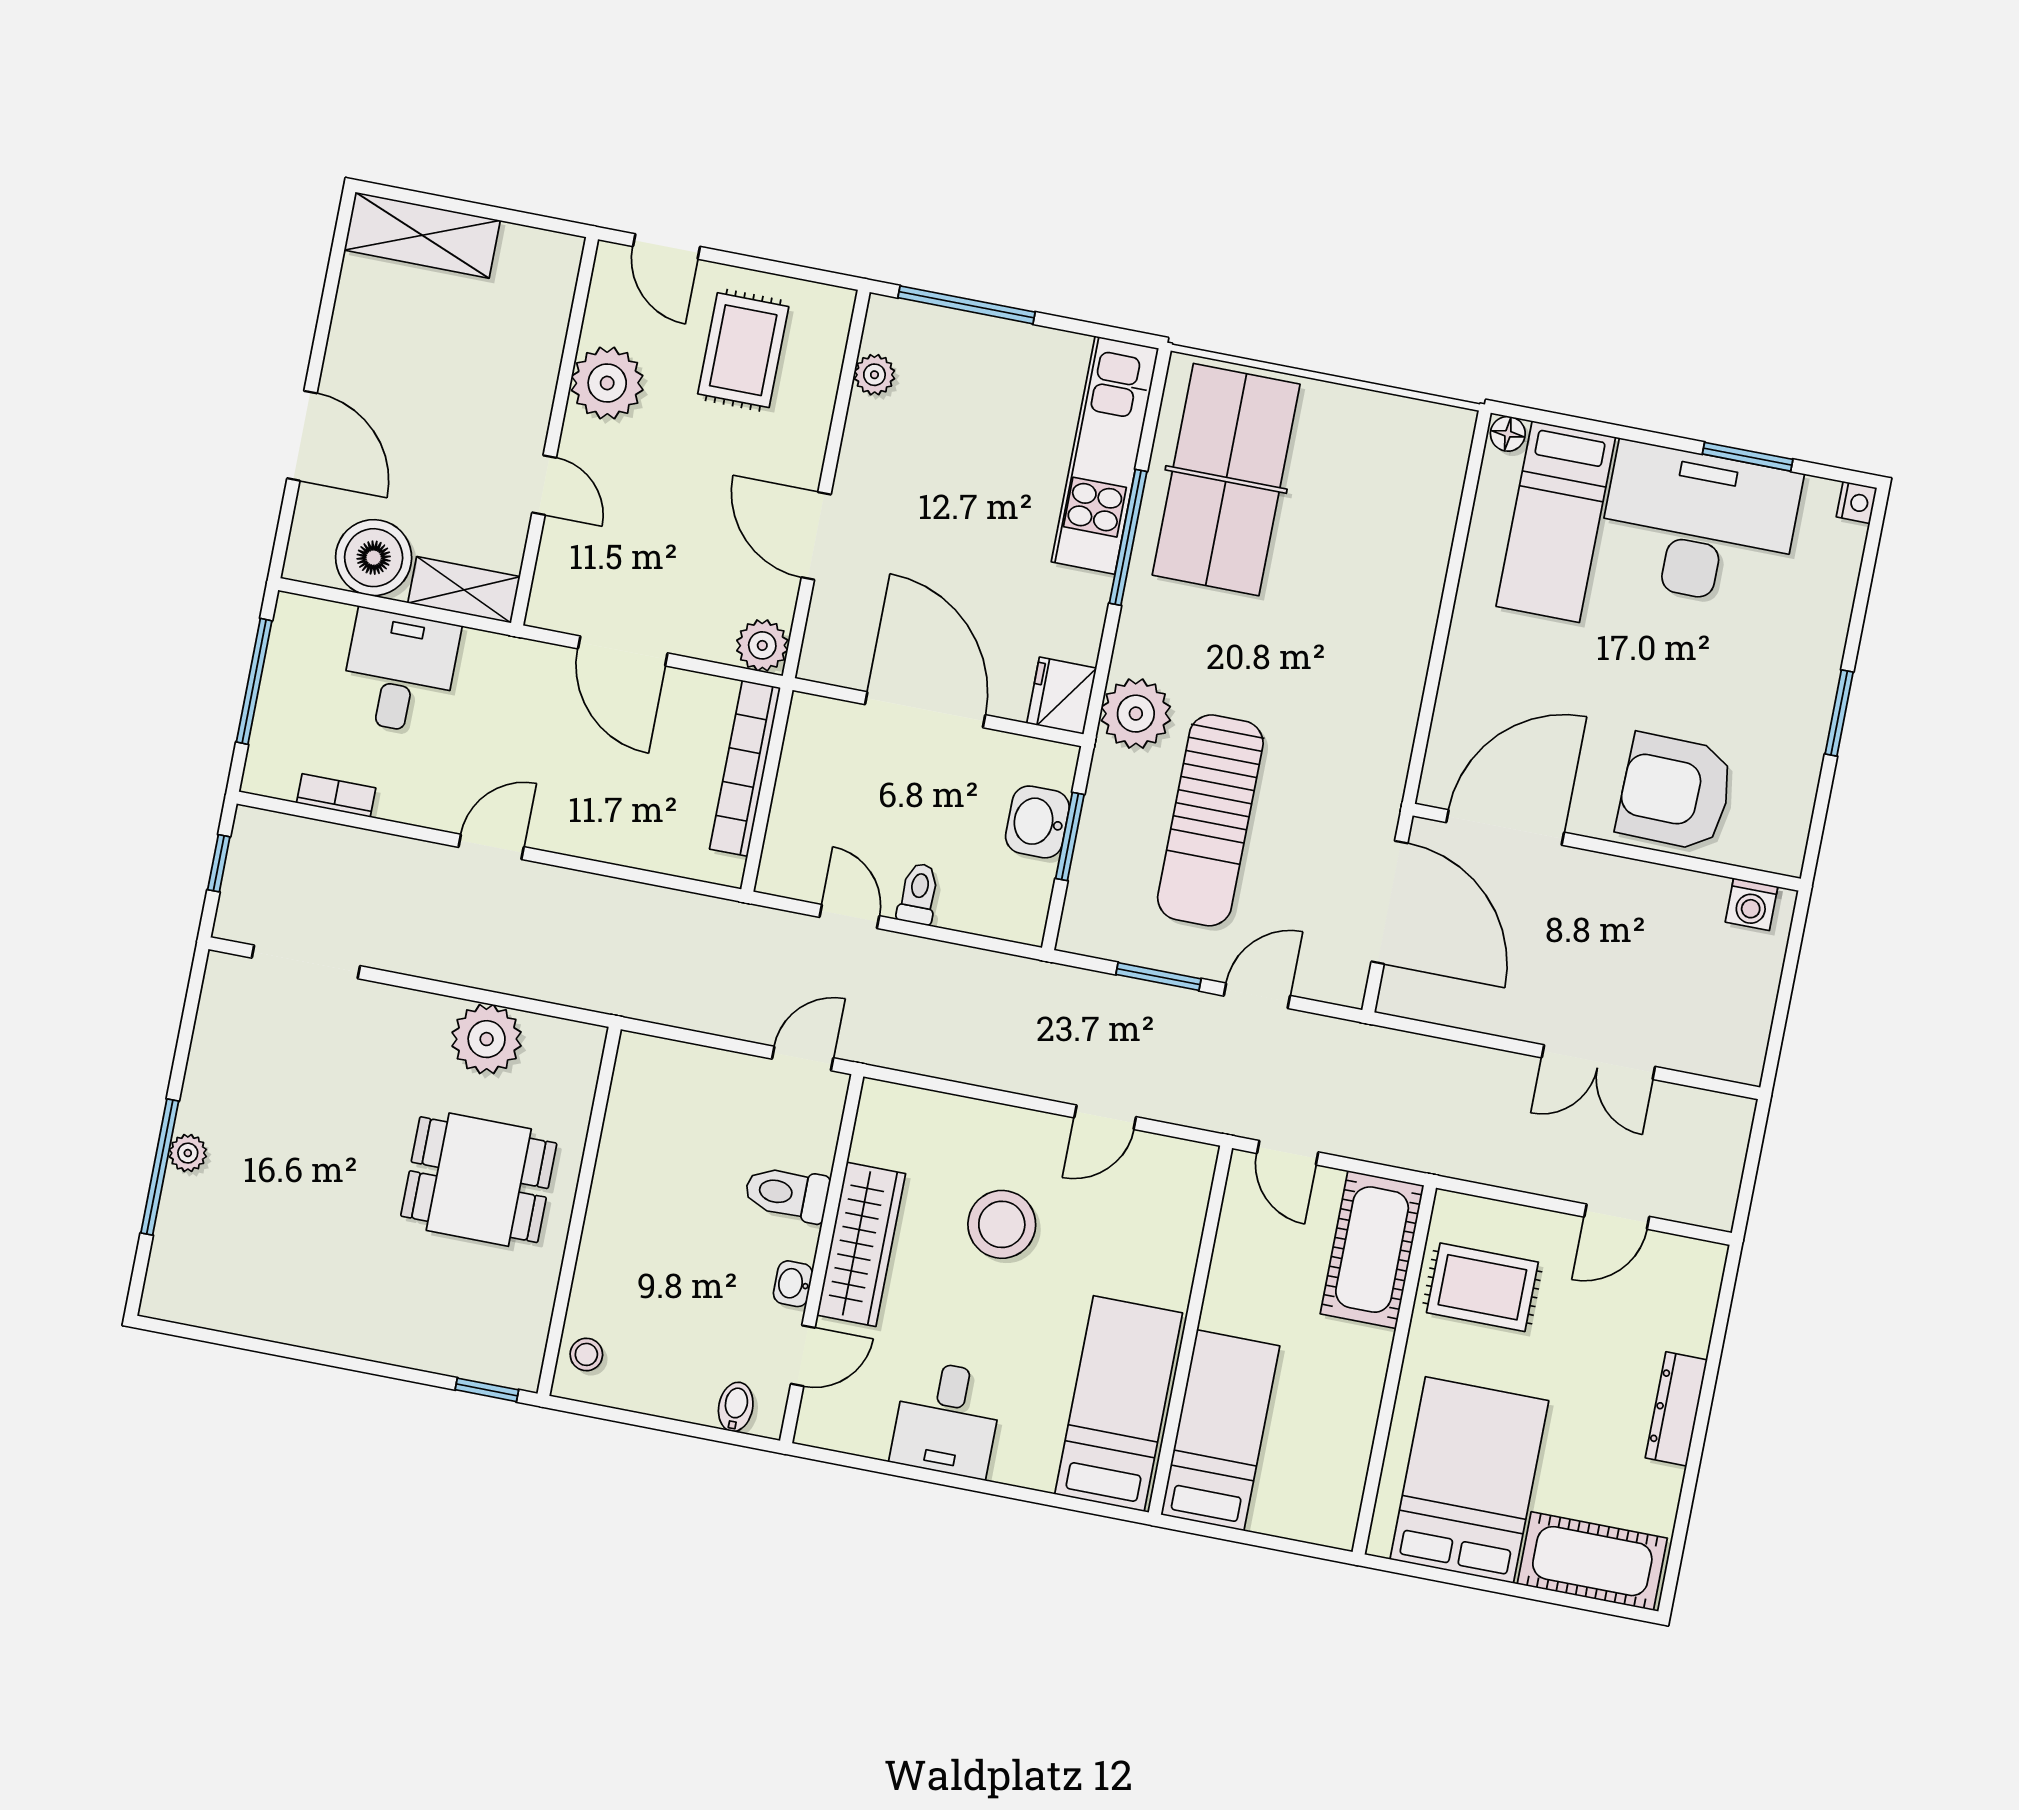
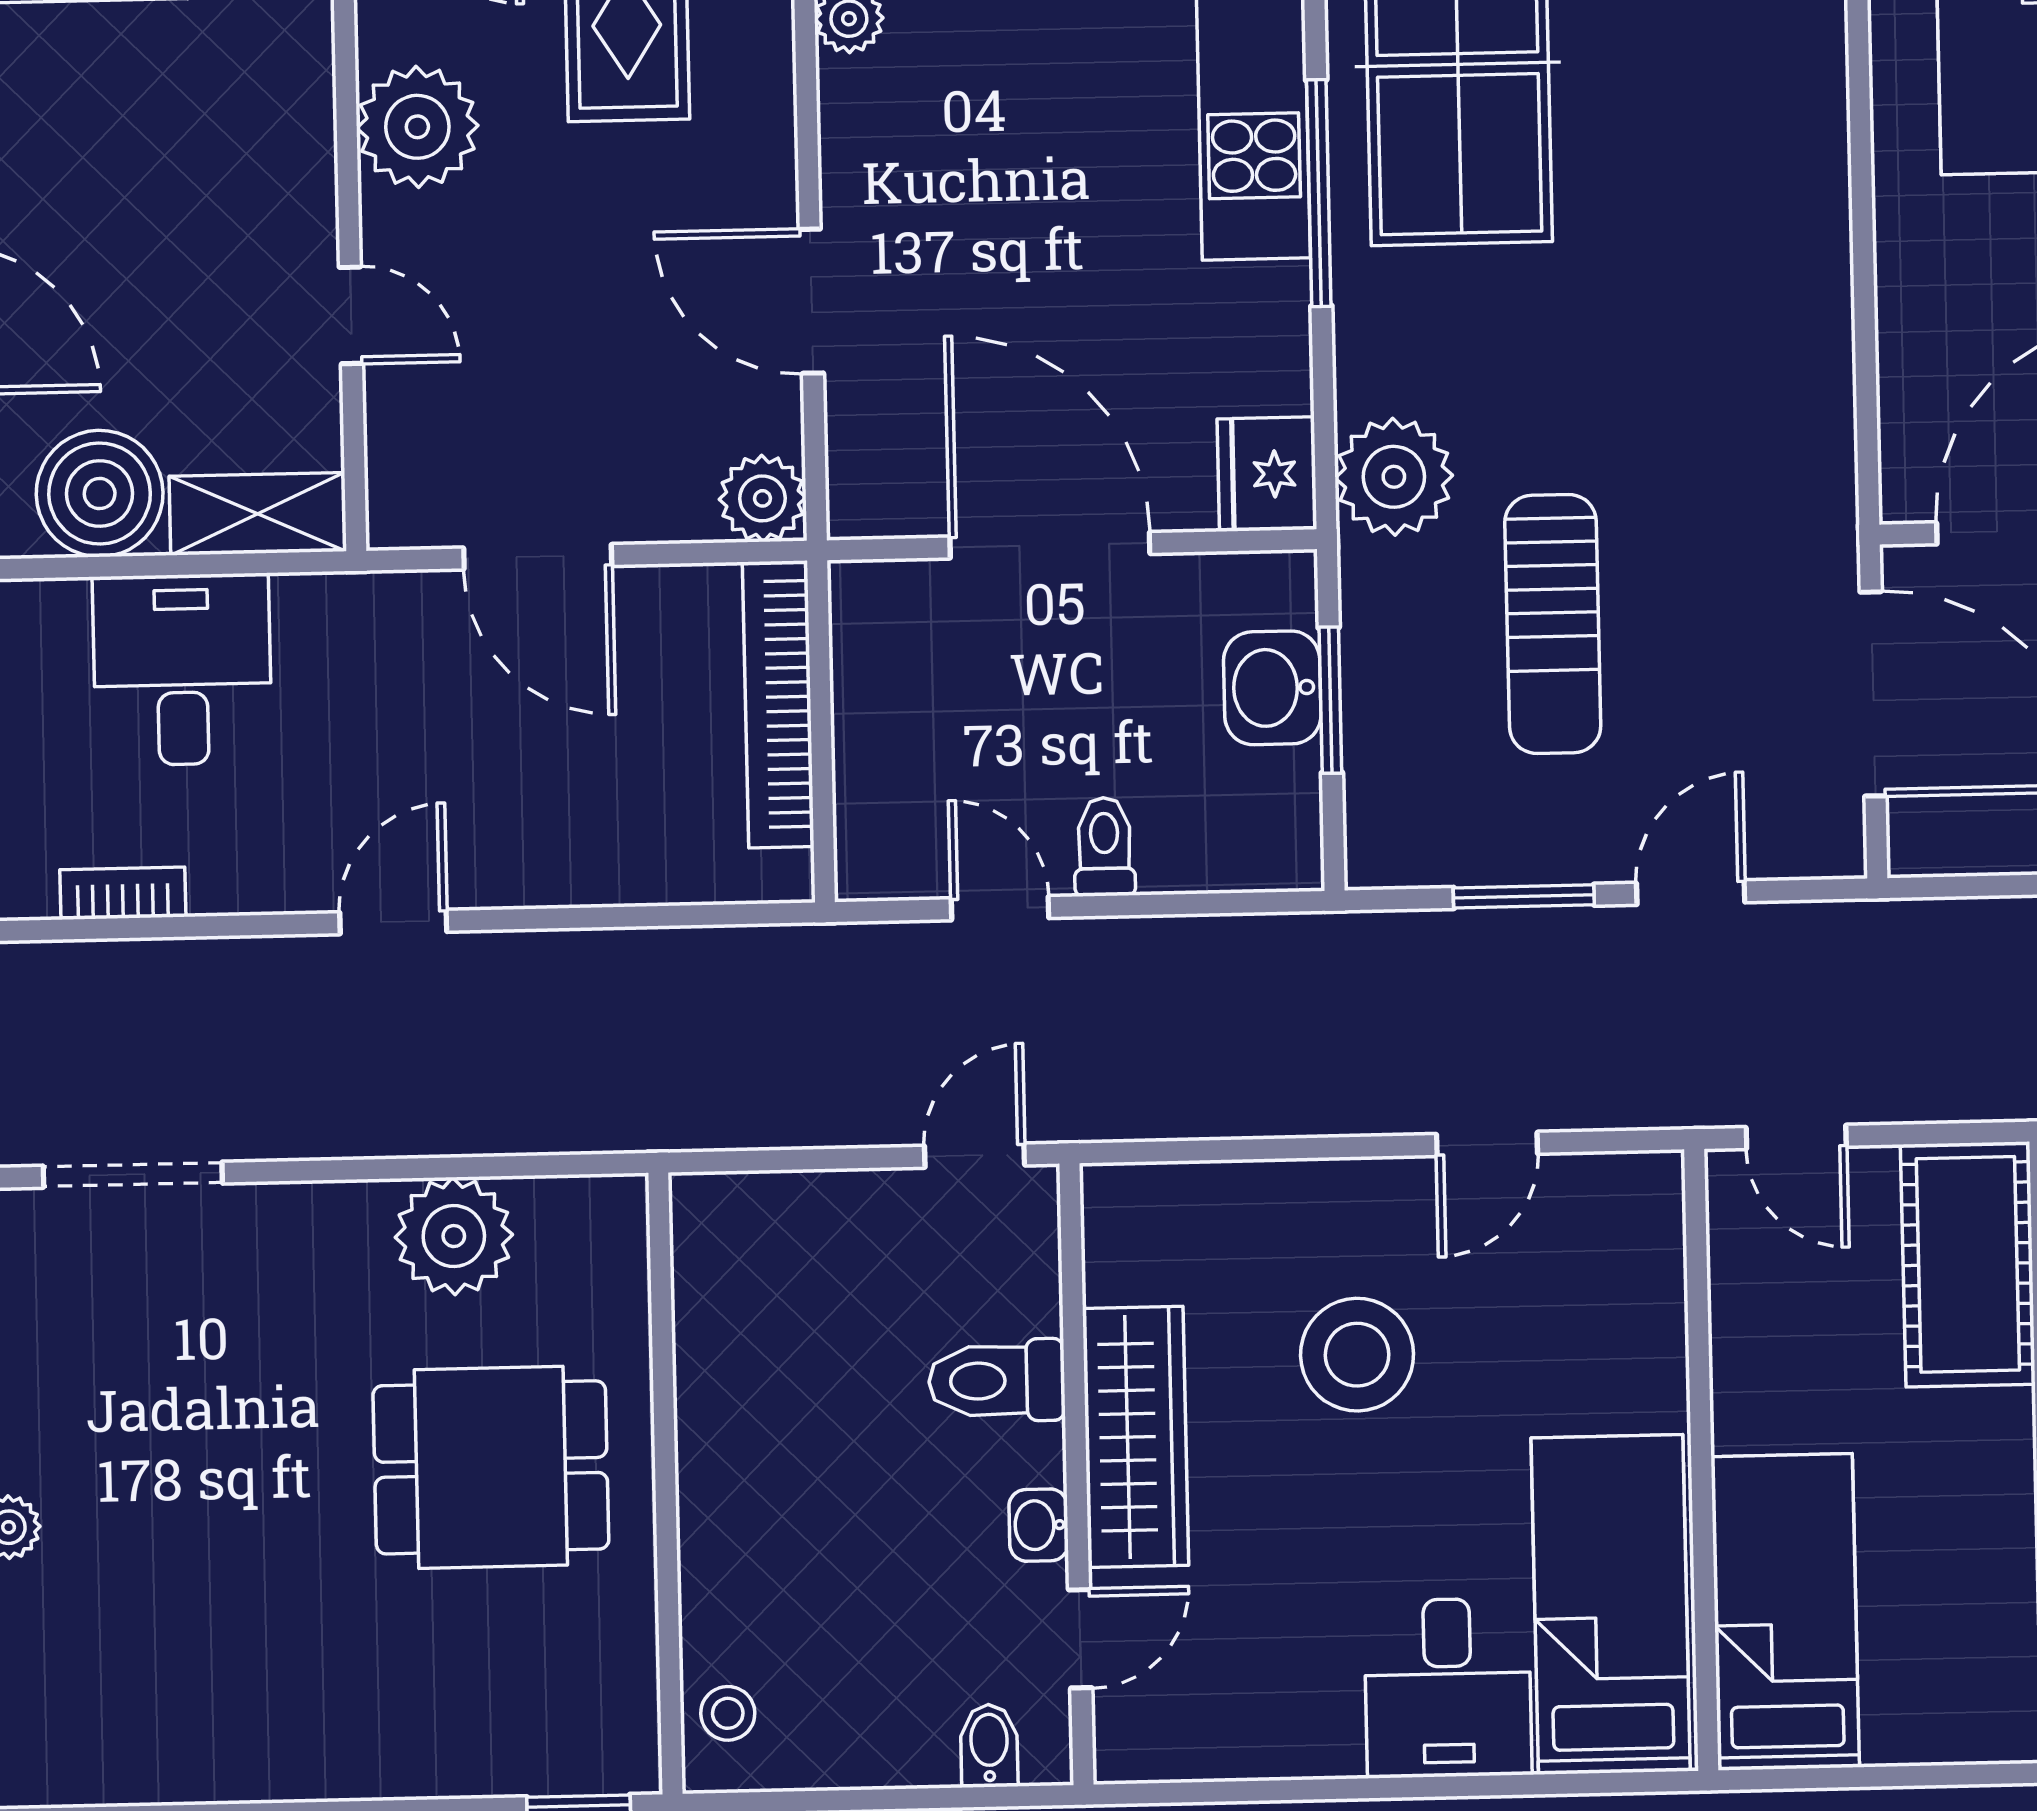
sun lounger: (1210, 820) -> (1553, 624), width x0.73, depth x0.75
desk: (947, 1419) -> (1448, 1688), moved

